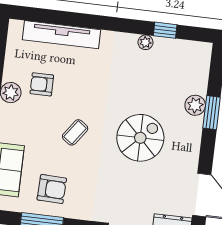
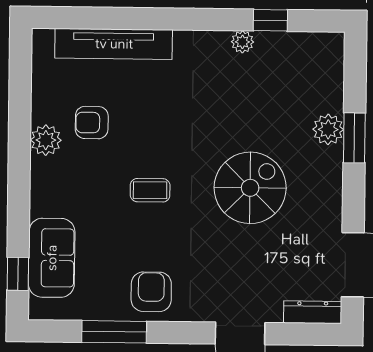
coffee table: (75, 132) -> (150, 190), turned 54
armchair: (52, 189) -> (151, 292), moved, turned -92

